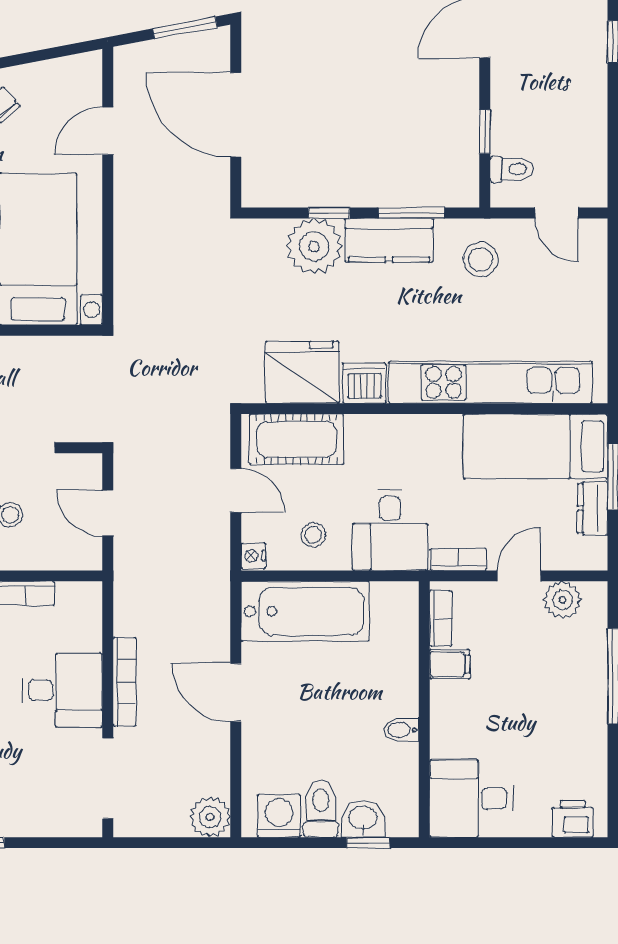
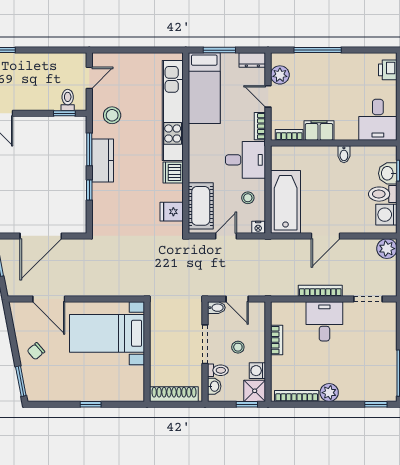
door: (108, 131) -> (49, 299), width x1.38
window: (485, 132) -> (64, 113), moved
plant: (314, 246) -> (106, 197), removed
fridge: (302, 372) -> (172, 212), width x0.53, depth x0.75
bidet: (90, 471) -> (216, 308), added
dresser: (593, 508) -> (252, 60), moved
door: (108, 513) -> (237, 299), hinge flipped
filing cabinet: (450, 664) -> (319, 130), width x2.00
doorway: (108, 778) -> (368, 299), width x0.73

